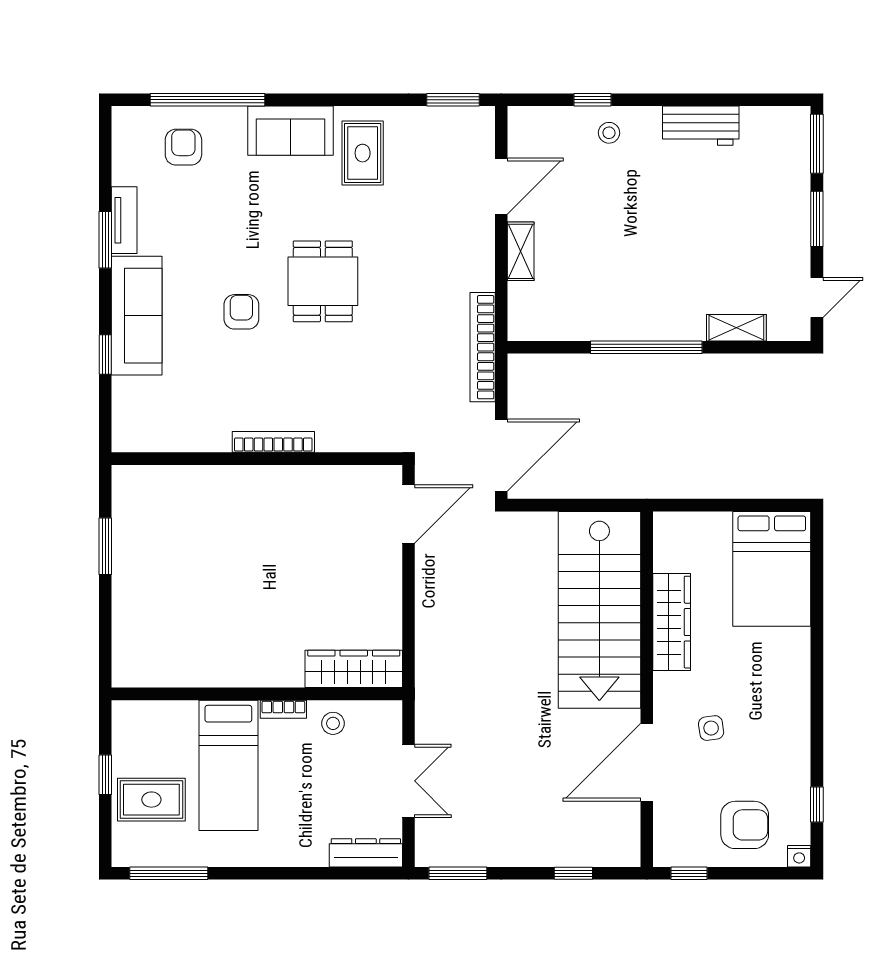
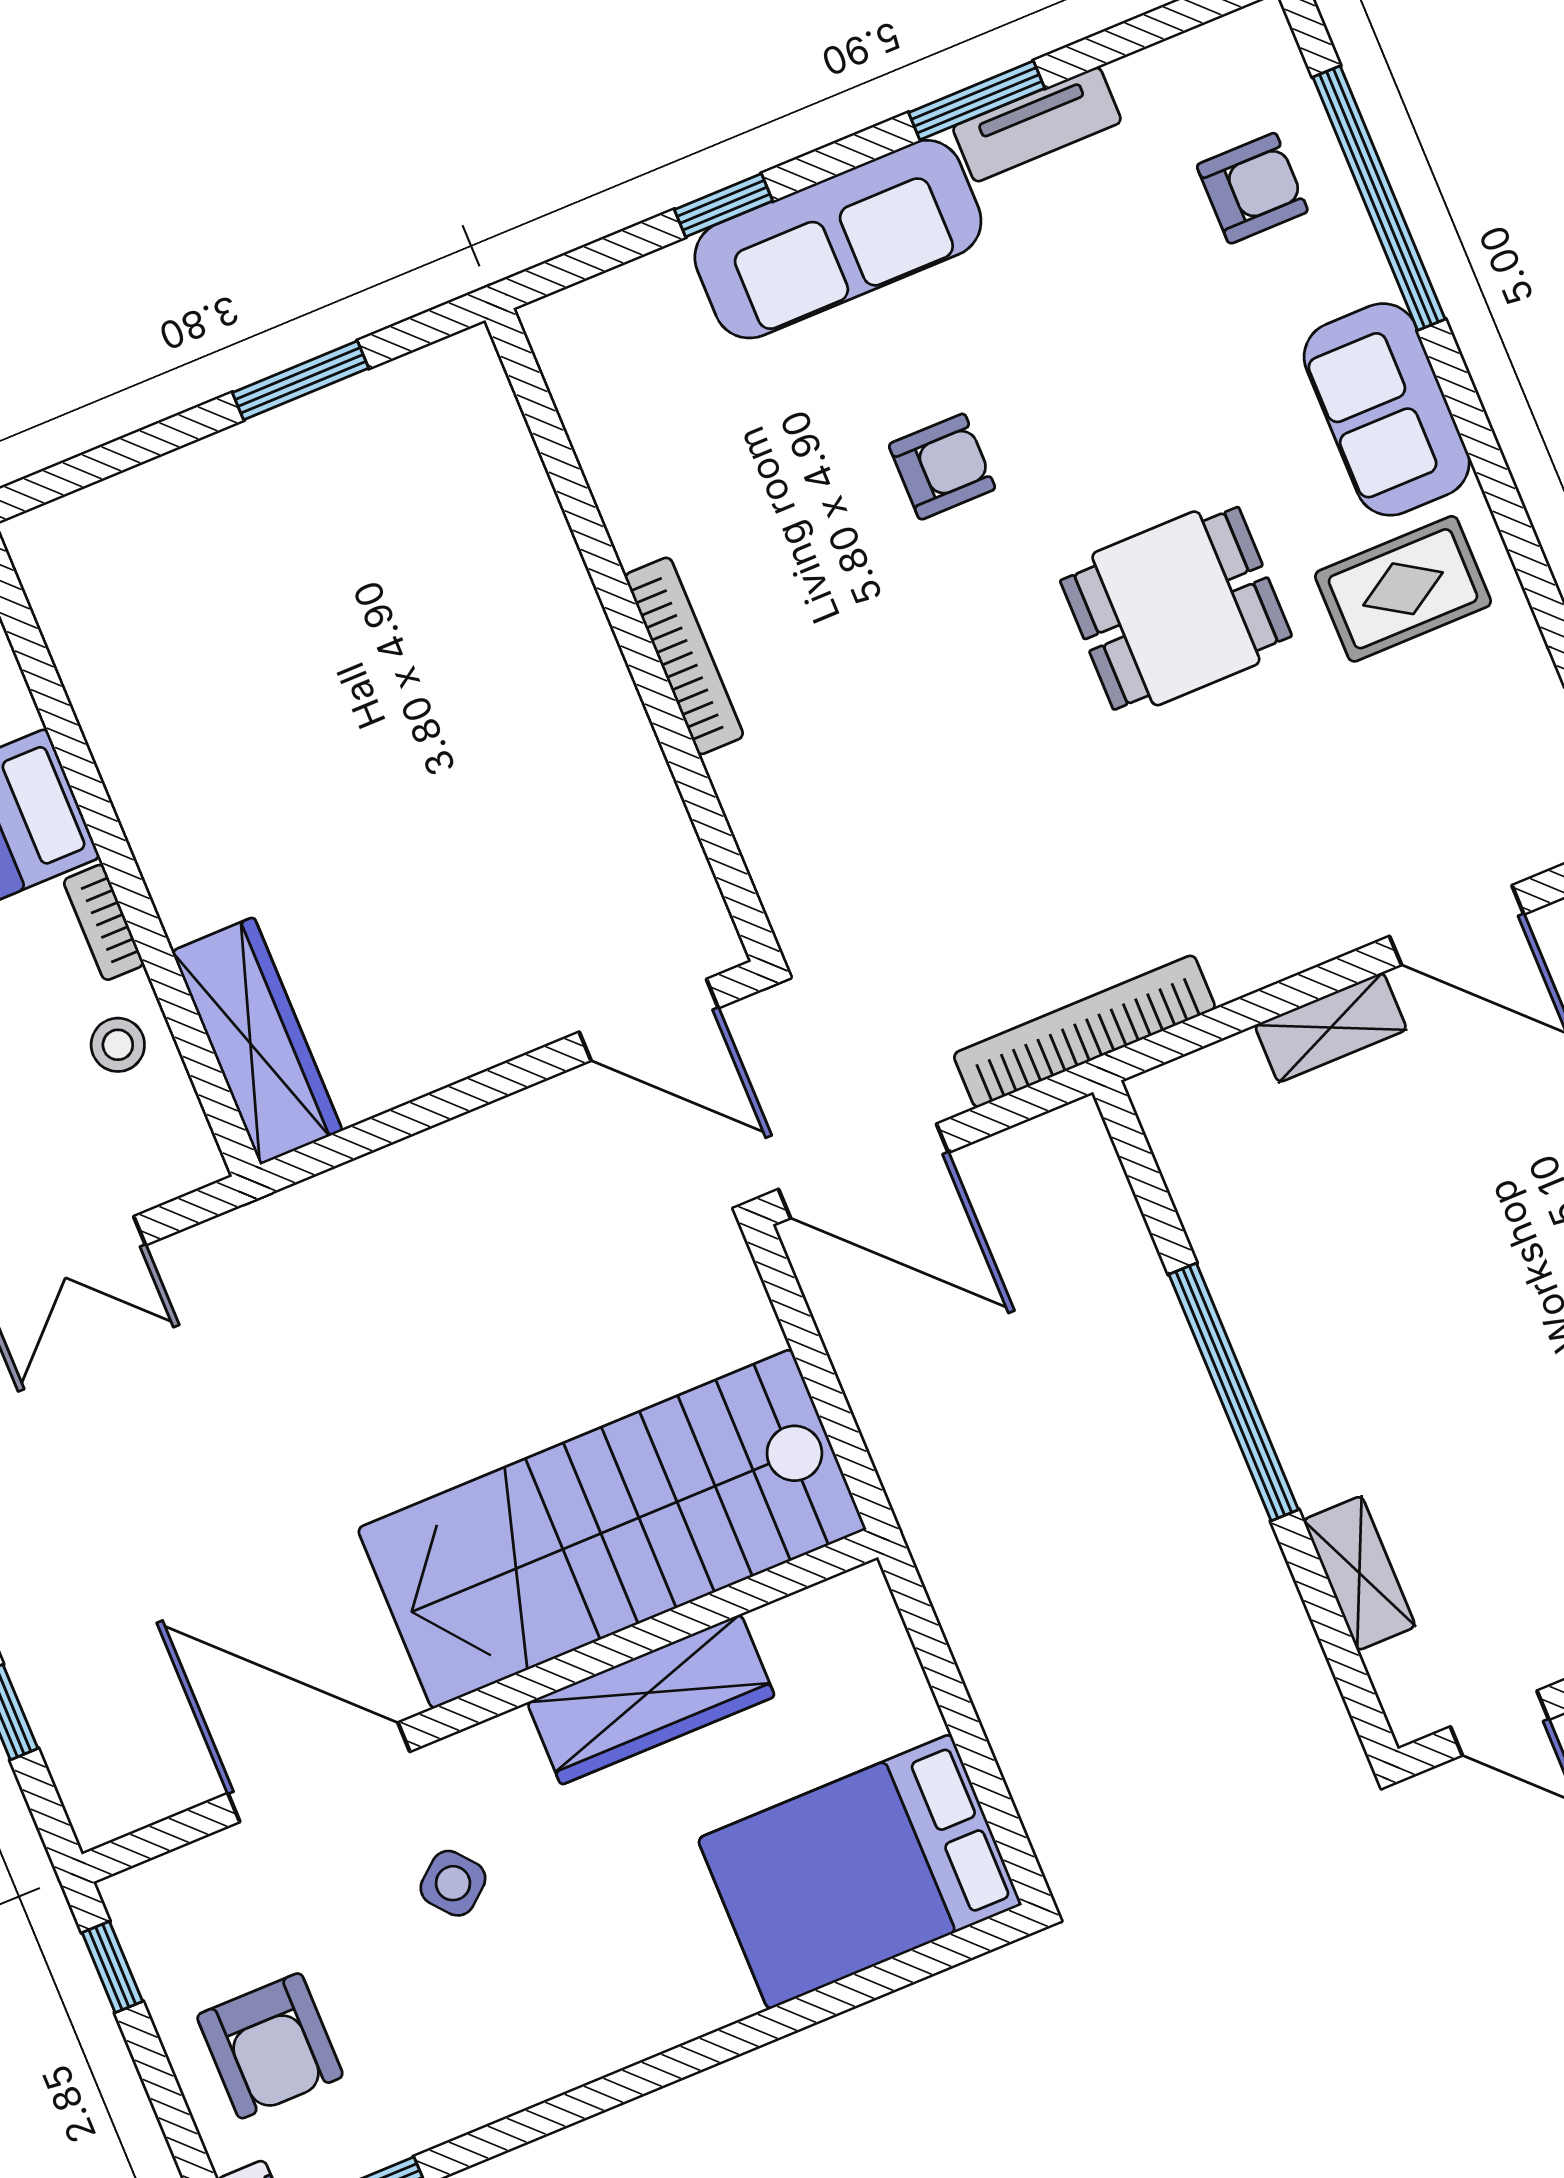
dining table: (323, 281) -> (1176, 608), moved
side table: (711, 728) -> (453, 1883), turned -32

